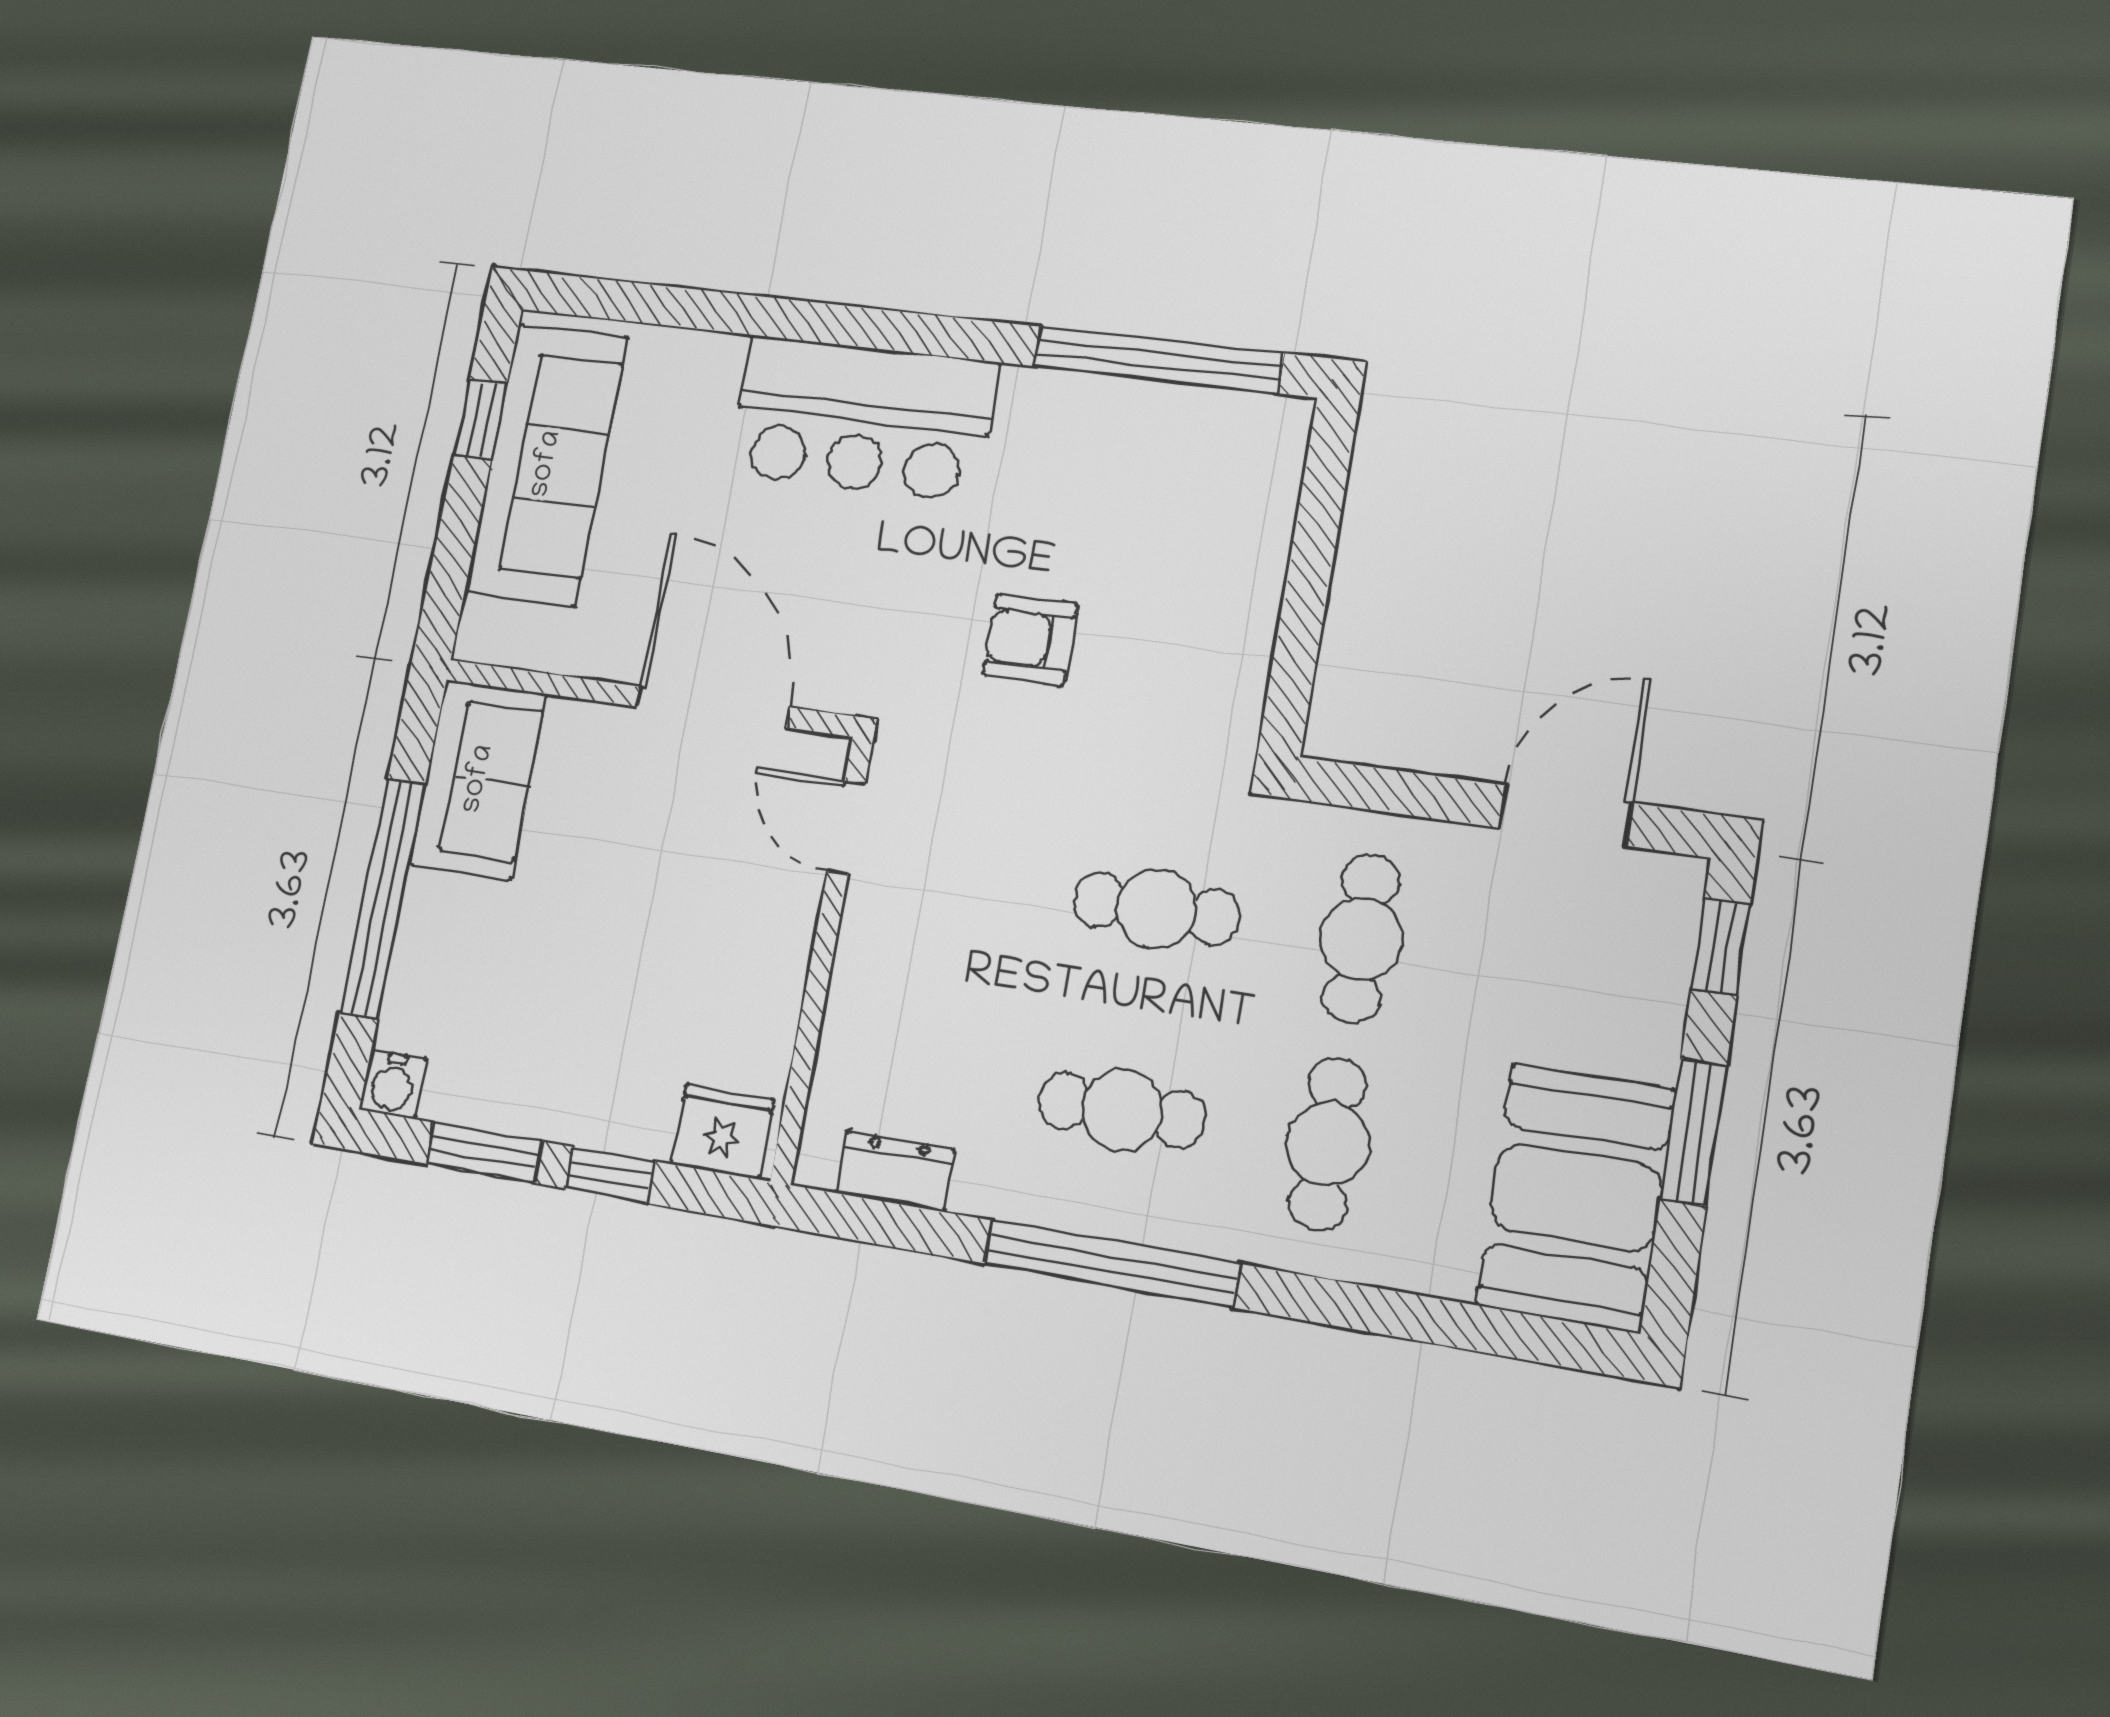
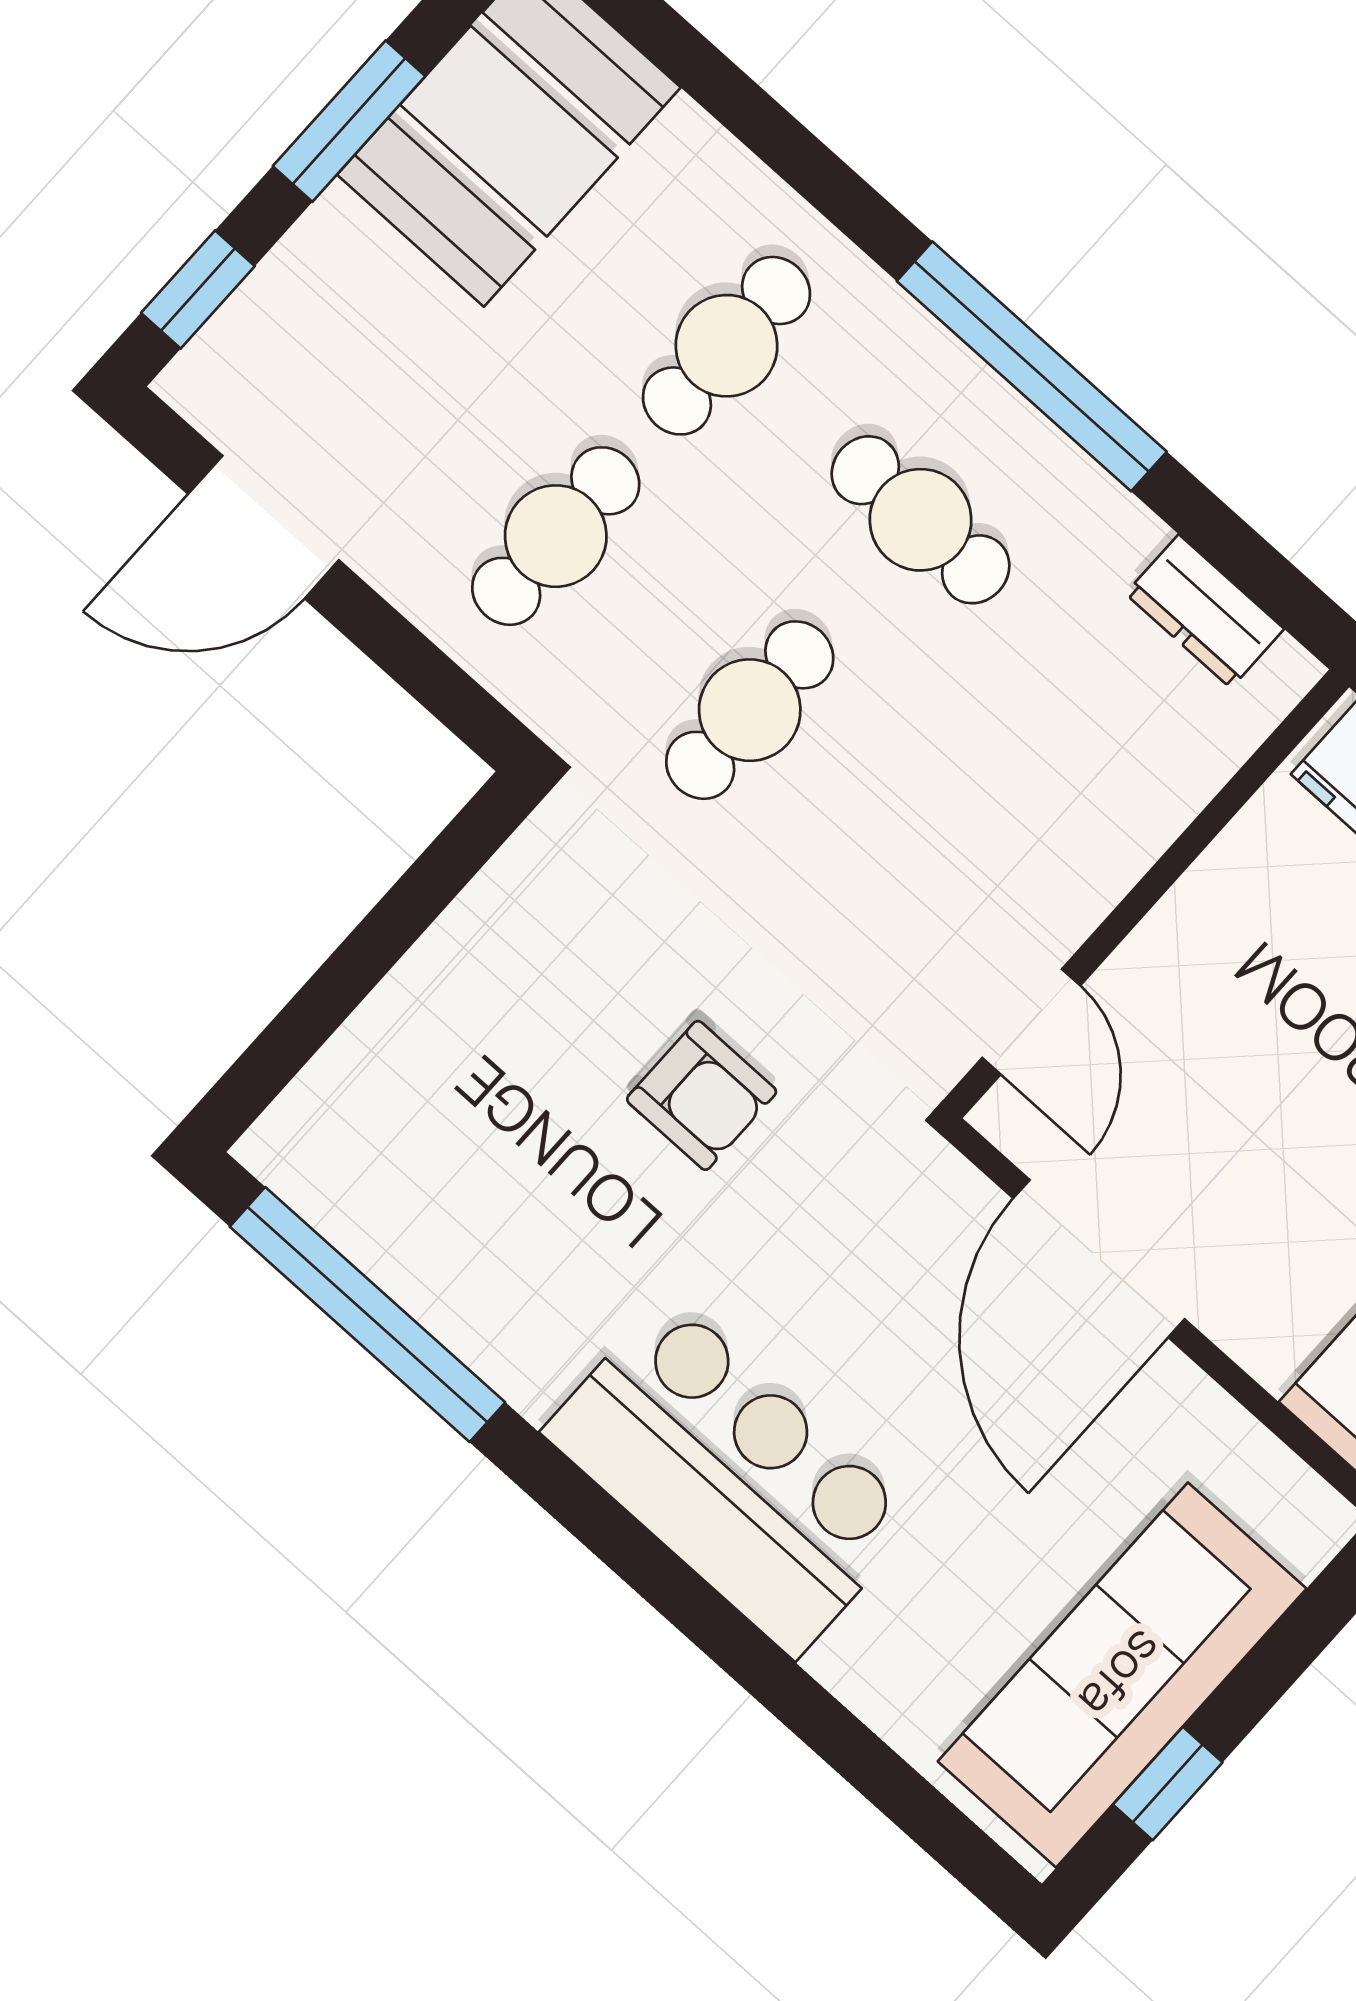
cafe table: (1156, 908) -> (750, 710), turned 90

